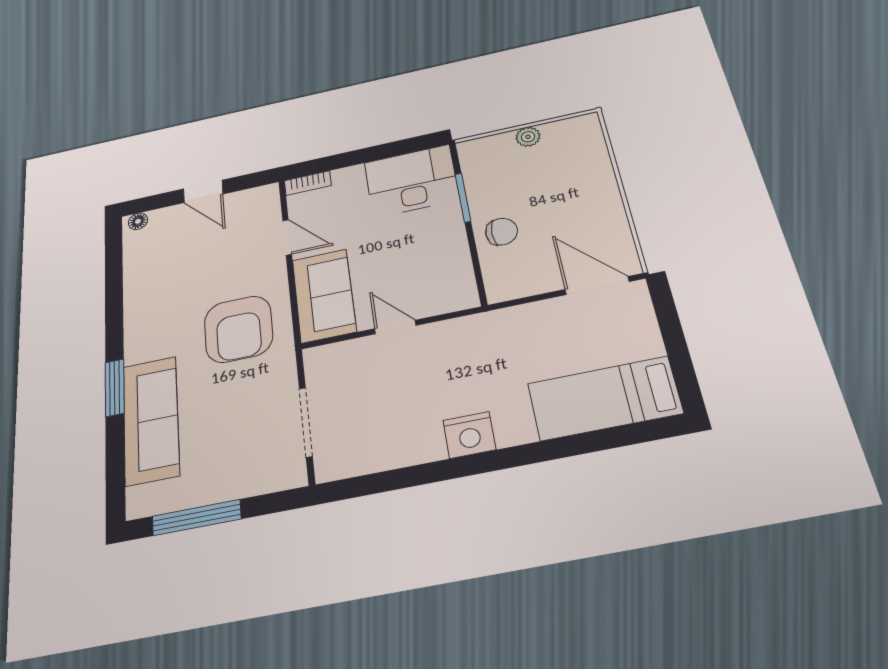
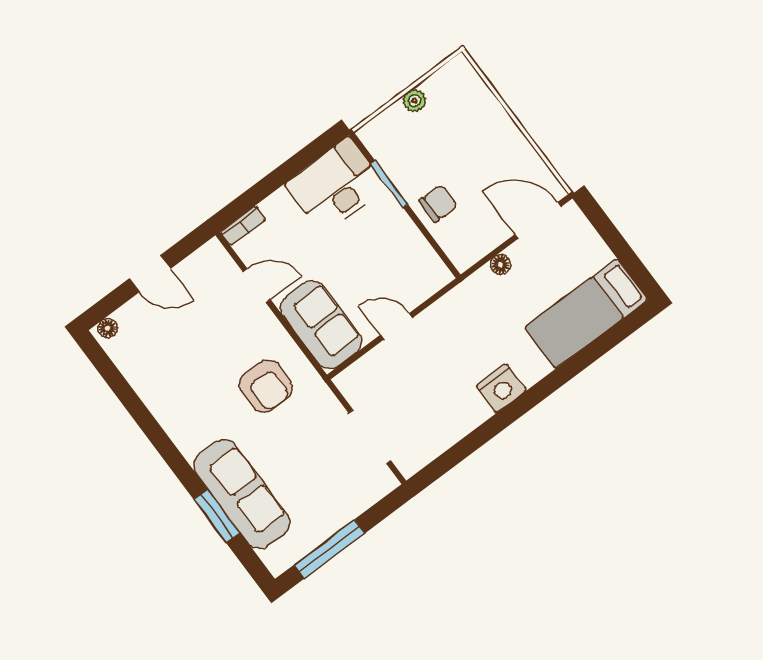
floor lamp: (535, 312) -> (500, 265), added
armchair: (238, 329) -> (266, 386), width x0.73, depth x0.73
window: (115, 388) -> (217, 516), moved

